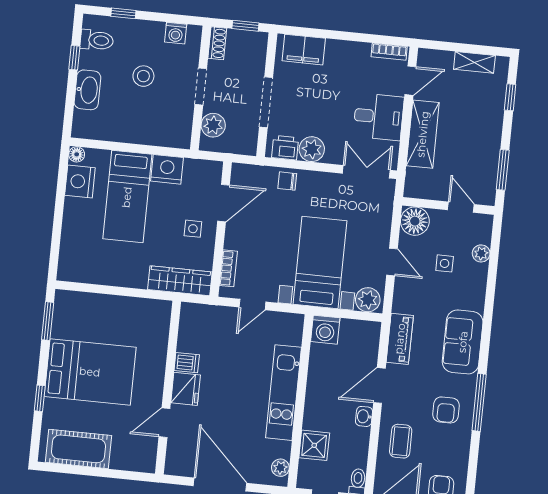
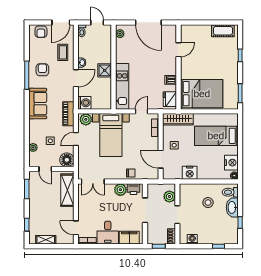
toilet: (97, 40) -> (230, 192), moved
stool: (143, 76) -> (208, 203), moved
door: (410, 81) -> (76, 228), hinge flipped
desk: (379, 117) -> (108, 233), moved, turned -90
shelving: (423, 134) -> (67, 190), moved
bed: (127, 197) -> (216, 136), moved, turned -90
door: (223, 203) -> (161, 159), hinge flipped
door: (392, 262) -> (76, 139), hinge flipped
washing machine: (325, 330) -> (84, 103), moved, turned 90
piano: (400, 339) -> (68, 114), moved
bed: (90, 372) -> (202, 94), moved, turned 180
fridge: (186, 389) -> (170, 99), moved
kitchen unit: (284, 393) -> (122, 86), moved
shower: (314, 445) -> (105, 70), moved
cot: (79, 449) -> (223, 31), width x0.73, depth x0.75

